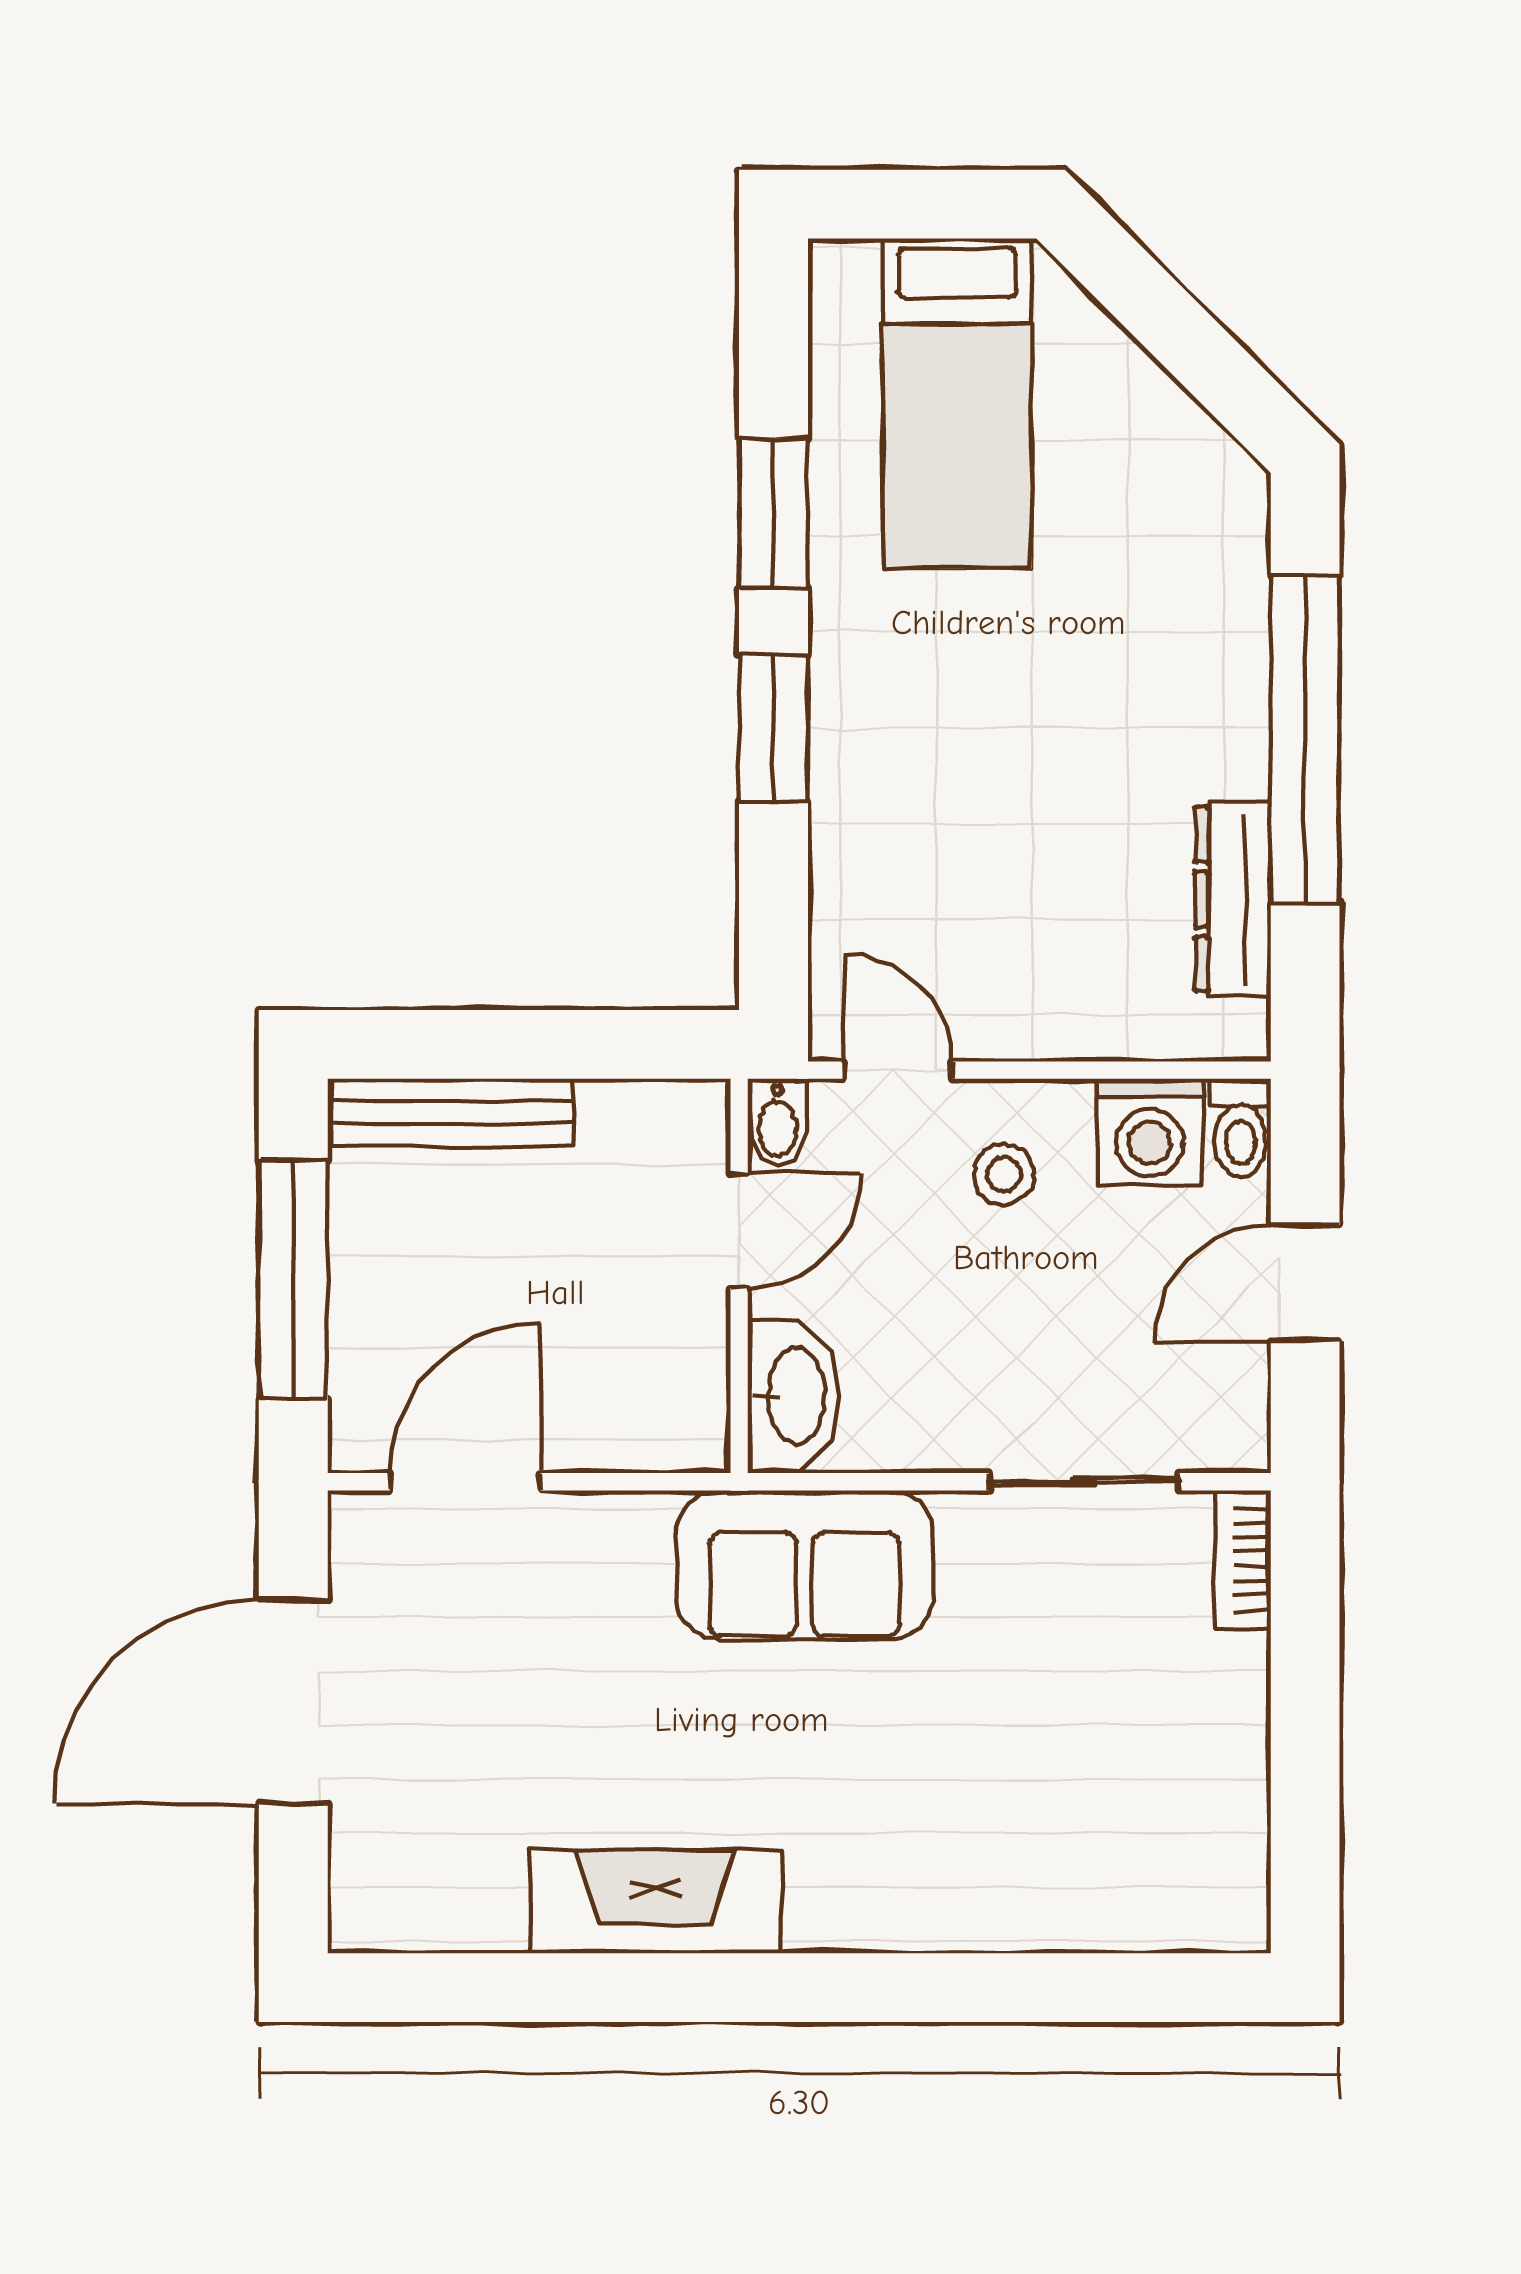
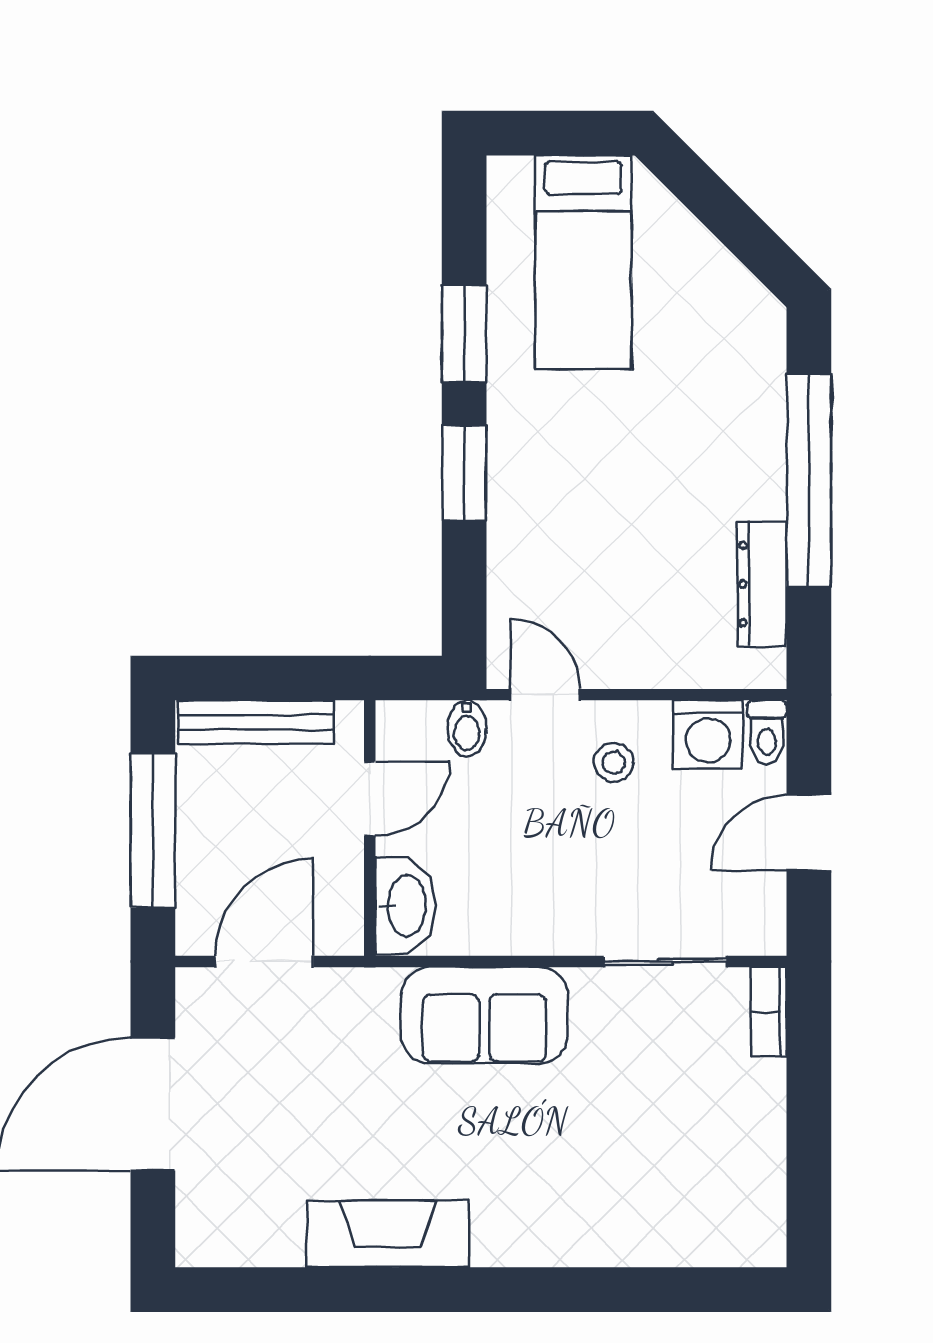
door: (739, 1231) -> (370, 799), moved
wall: (739, 1276) -> (370, 828), moved
washbasin: (794, 1396) -> (405, 906), moved

